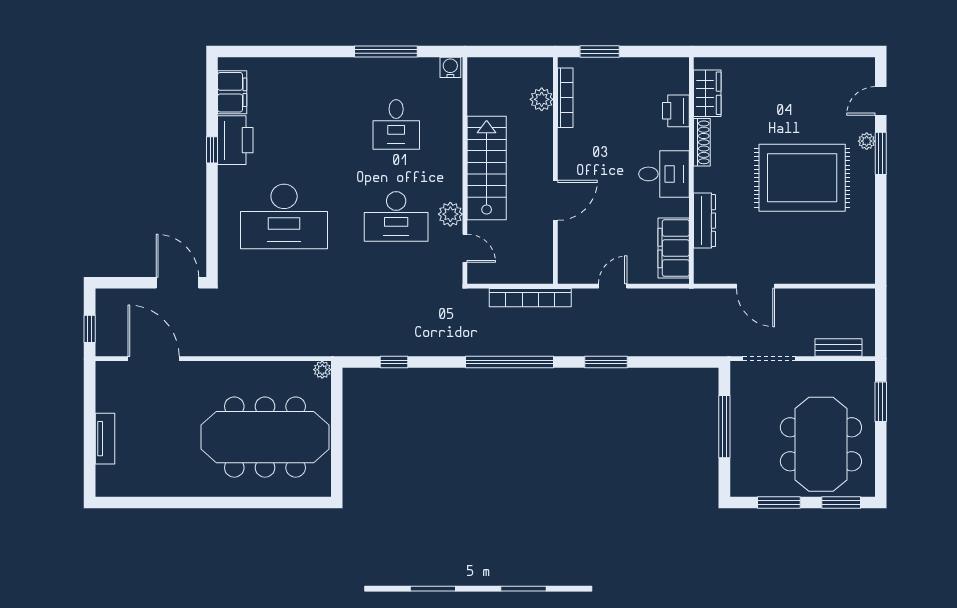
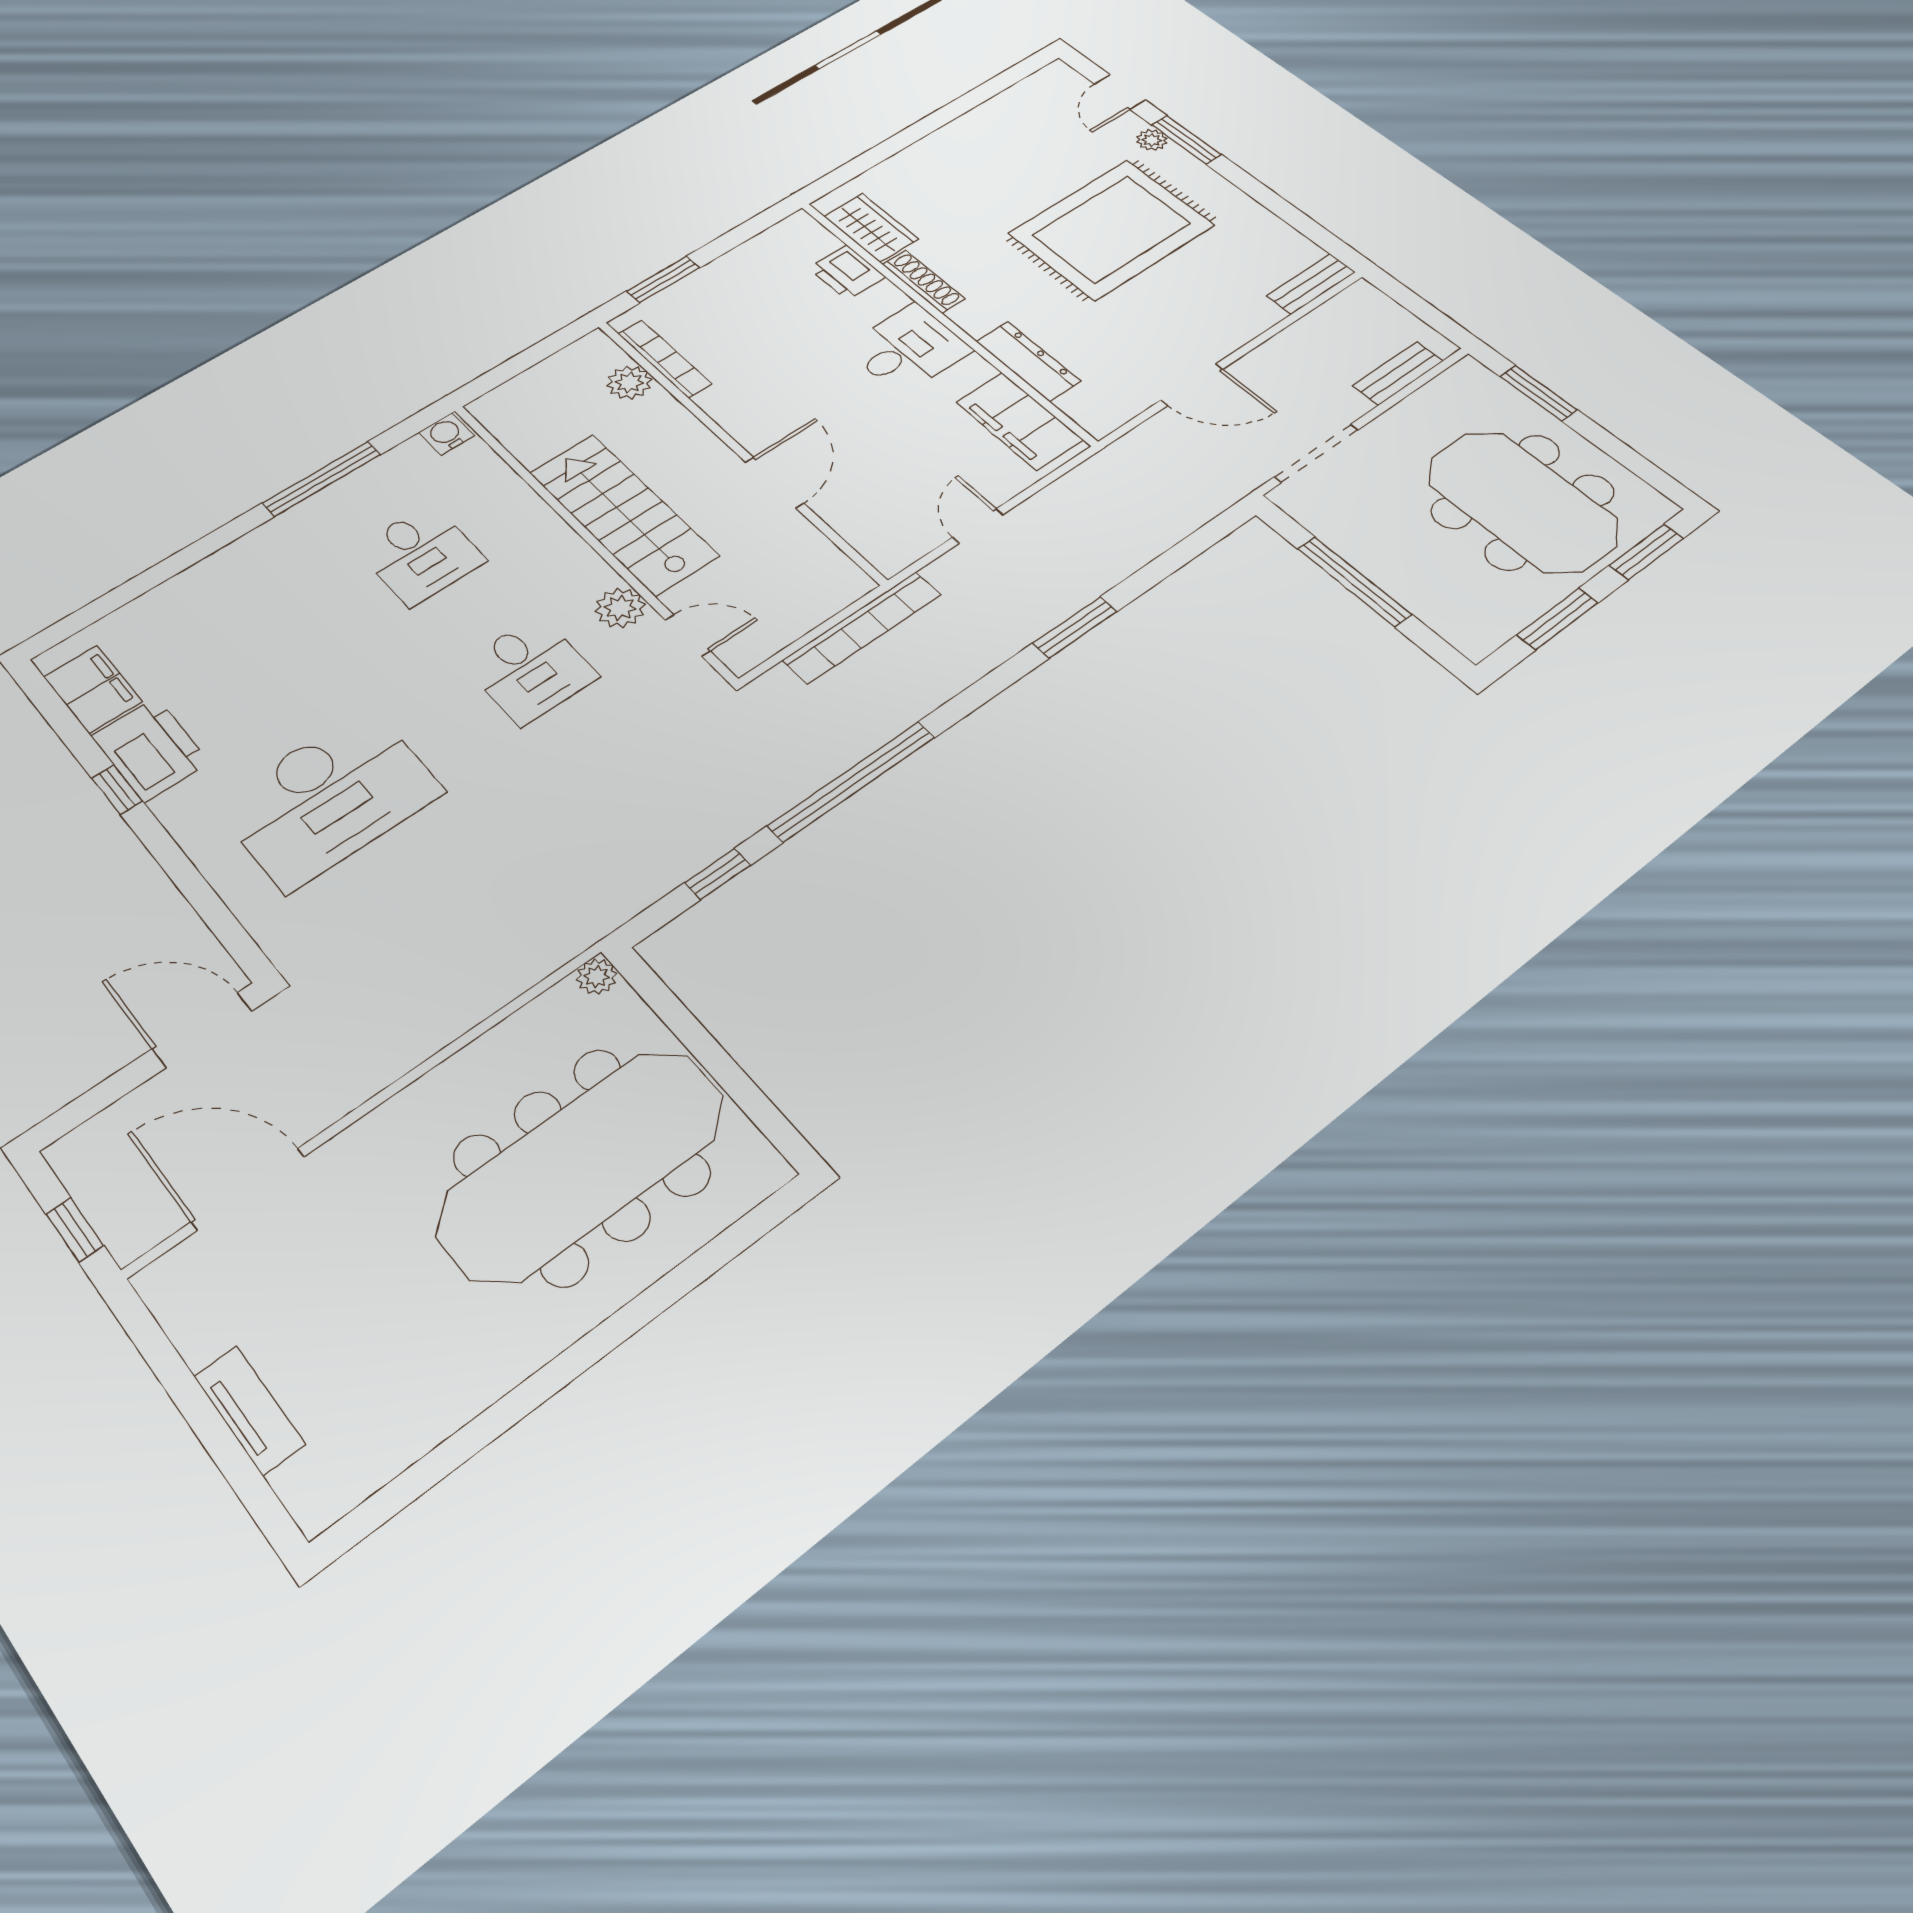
desk: (396, 216) -> (530, 670), width x0.73
bench: (852, 275) -> (1311, 284), added
window: (510, 362) -> (852, 781), moved

